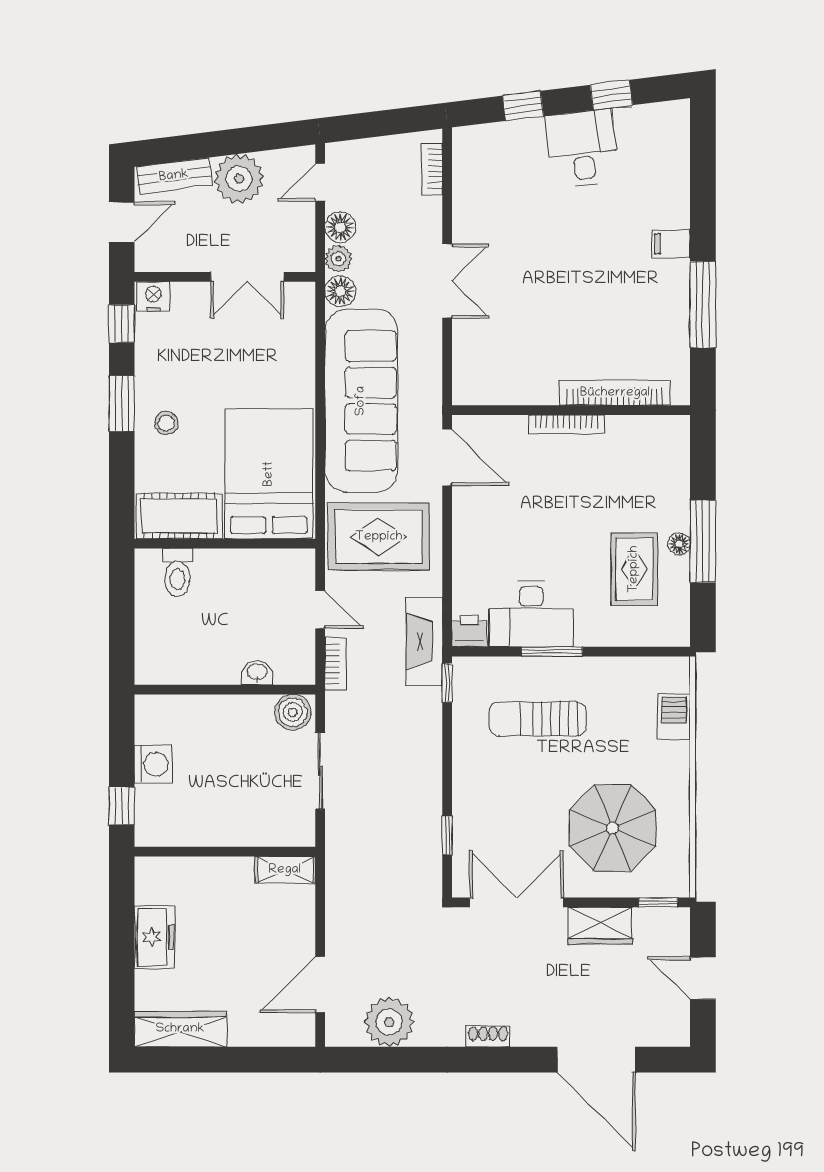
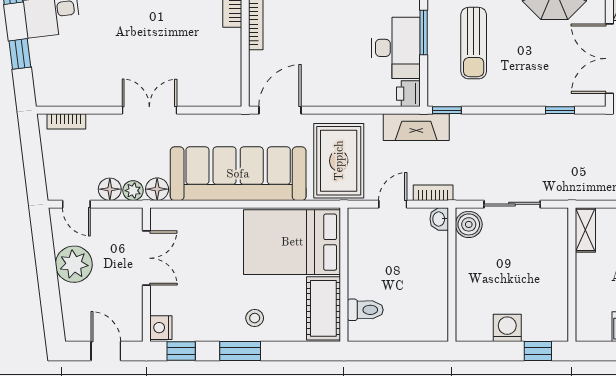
bench: (174, 176) -> (72, 312), removed
washbasin: (257, 672) -> (439, 219), moved

